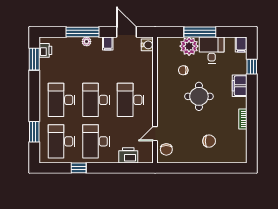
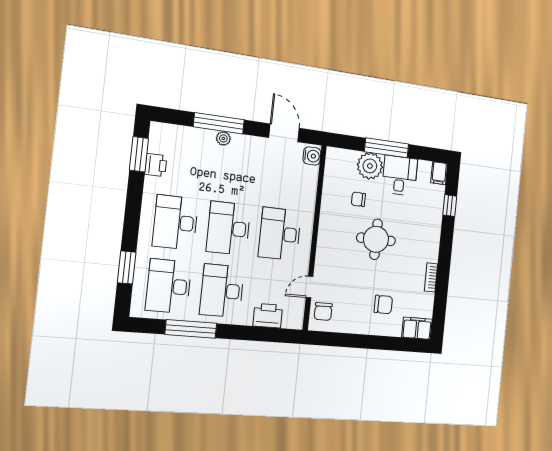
filing cabinet: (108, 44) -> (255, 146), removed
printer: (45, 50) -> (156, 165), moved
filing cabinet: (240, 86) -> (417, 328), moved, turned 90
window: (79, 168) -> (191, 329), width x2.17

